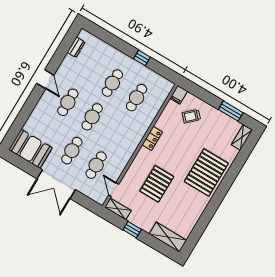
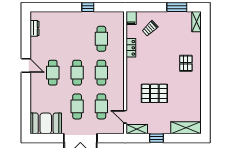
cafe table: (112, 83) -> (101, 73), moved
locker: (152, 138) -> (131, 48), moved
pallet: (206, 173) -> (186, 63), width x0.49, depth x0.50
pallet: (157, 184) -> (154, 93), turned 90

